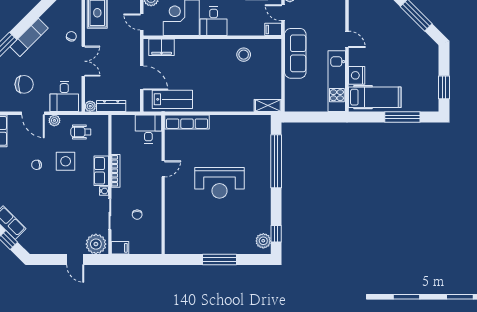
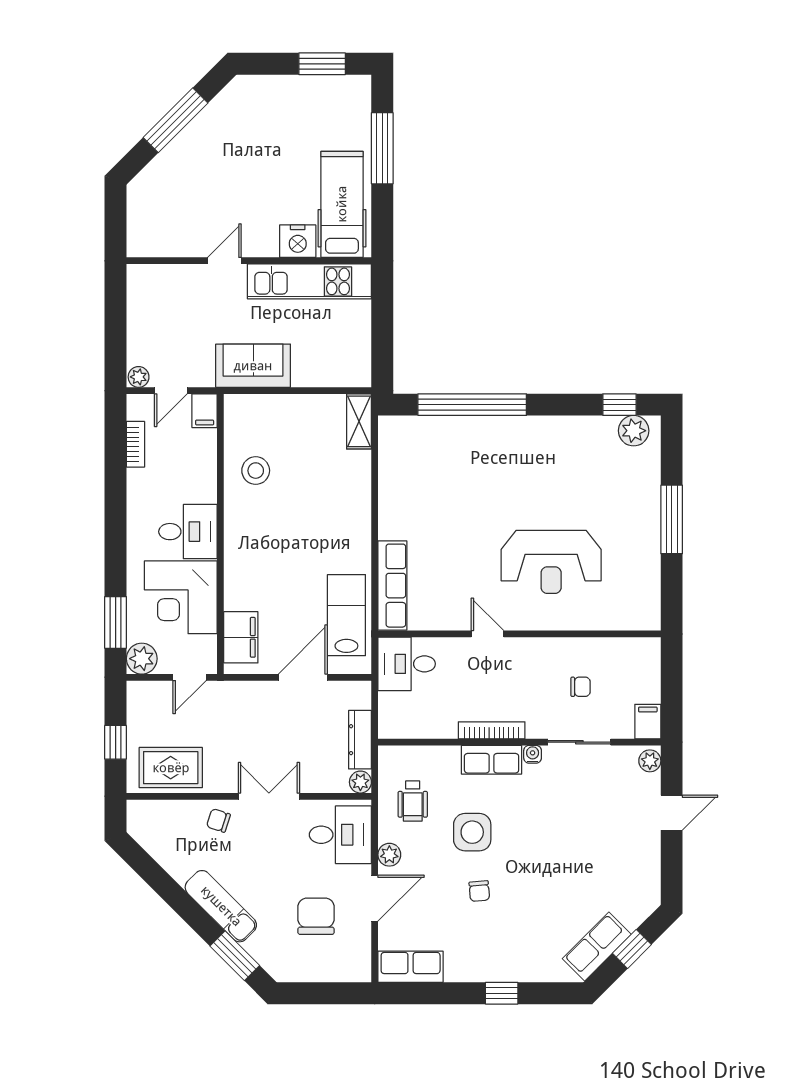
sofa: (295, 53) -> (253, 366), width x0.73
reception desk: (219, 183) -> (551, 562), moved, turned 90
plant: (96, 244) -> (650, 761), width x0.53, depth x0.53

